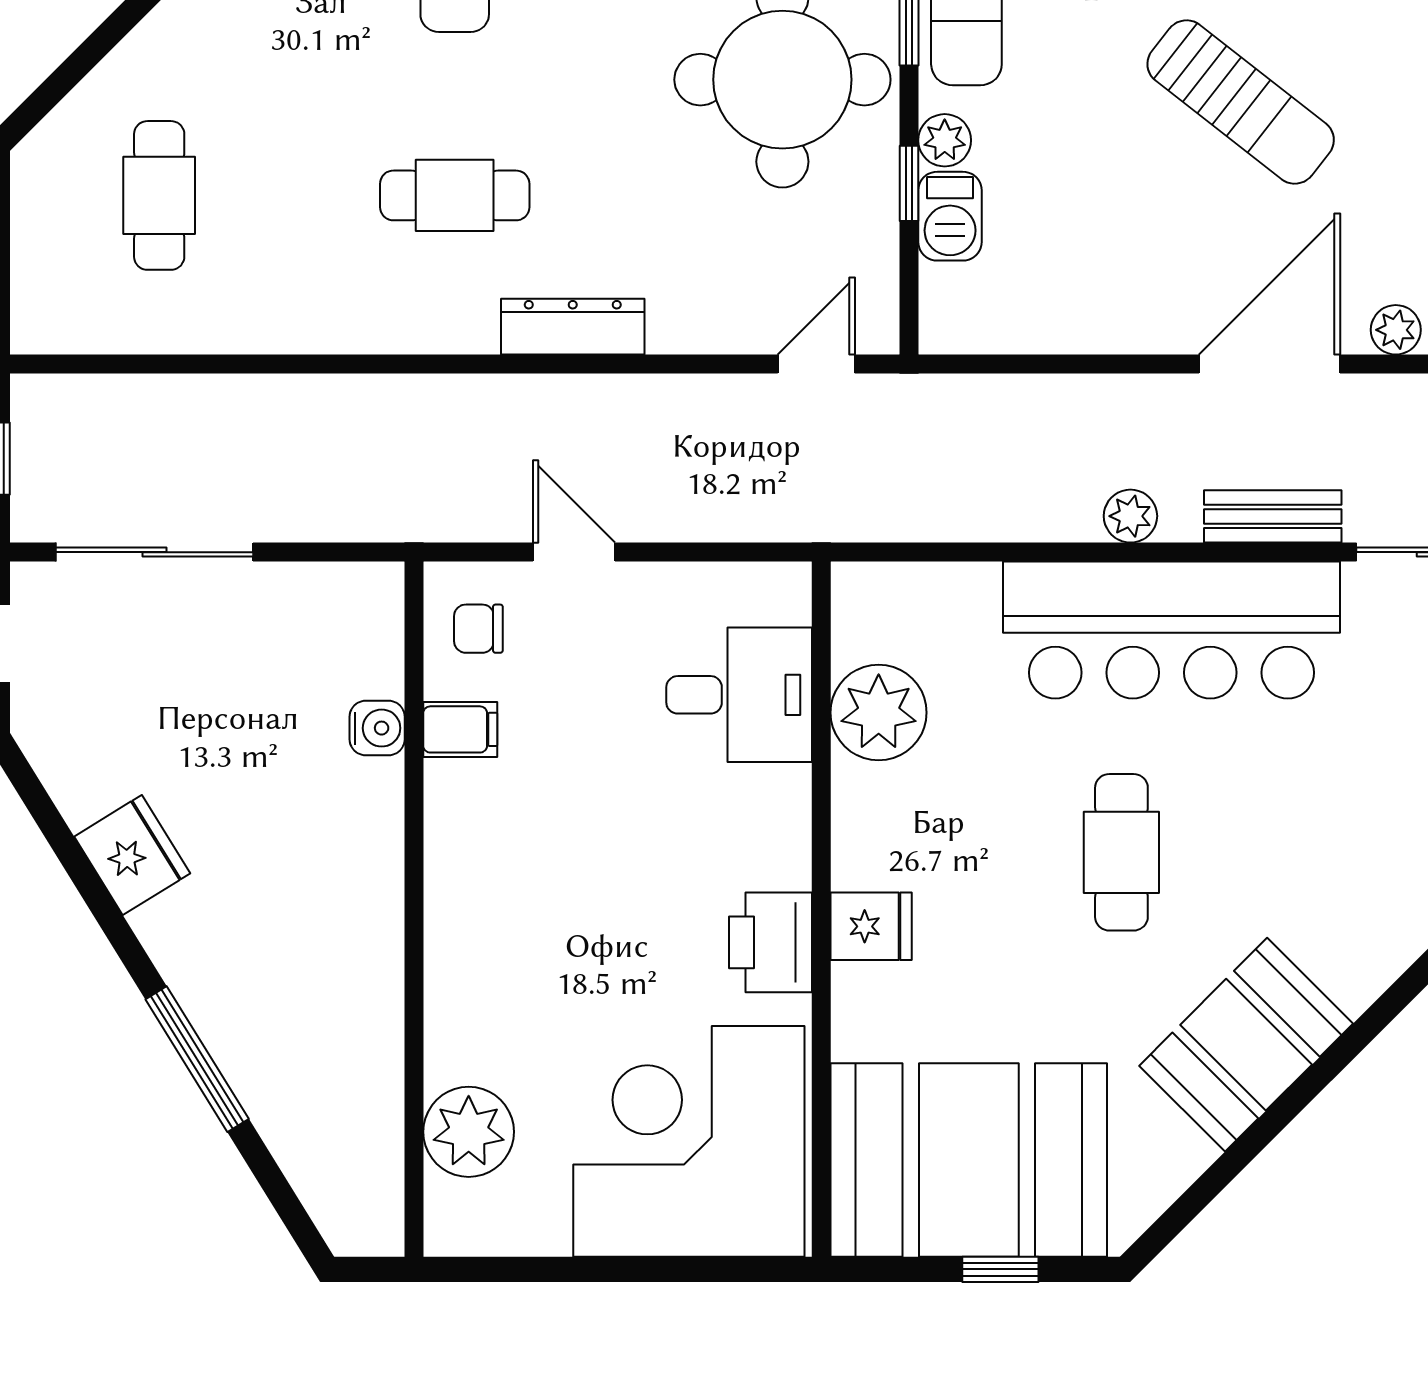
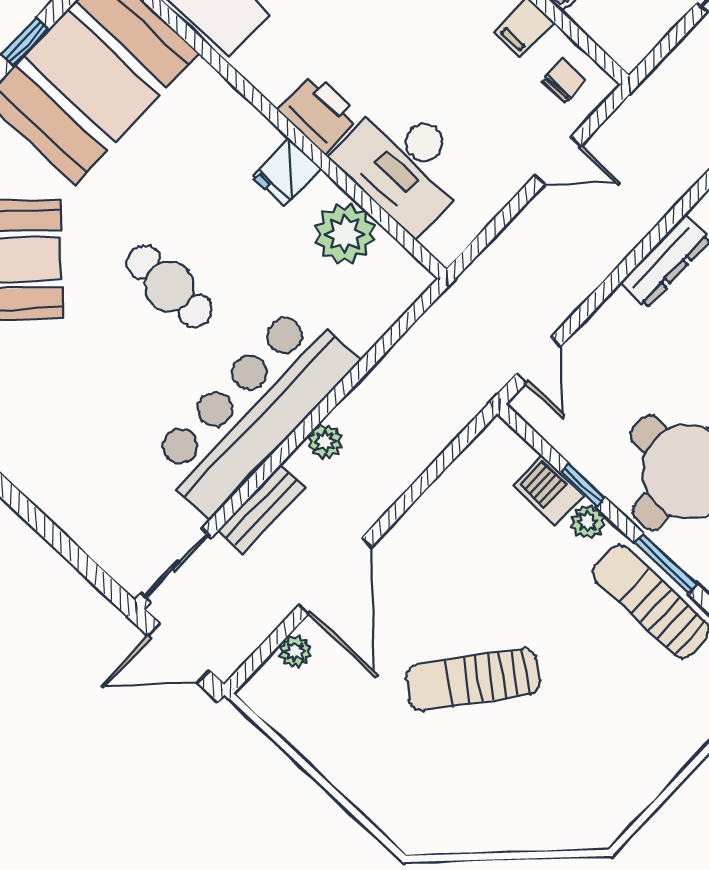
desk: (739, 695) -> (404, 164), width x1.37
fridge: (871, 926) -> (287, 172), moved
printer: (770, 942) -> (319, 113), moved

